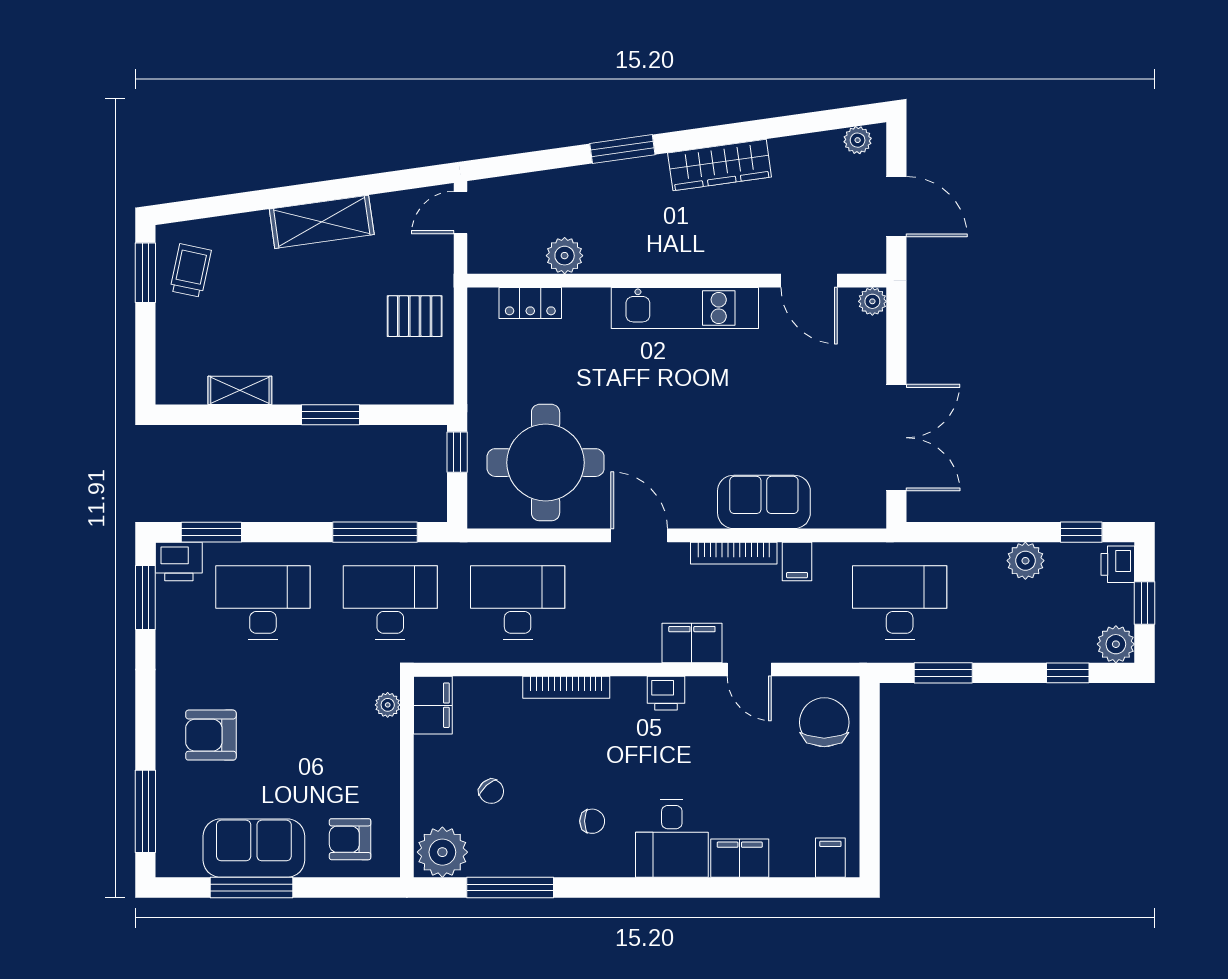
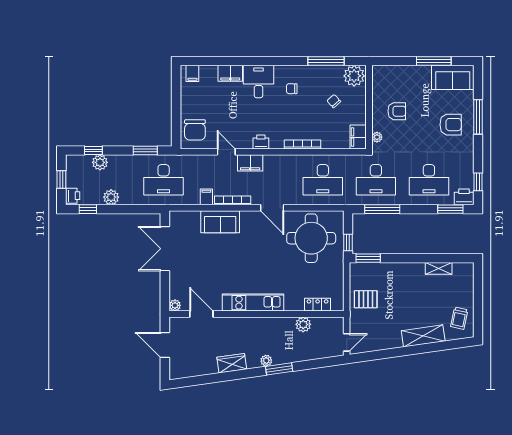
plant: (858, 140) -> (266, 361), moved
wardrobe: (720, 165) -> (232, 363), width x0.67
shelving: (322, 222) -> (423, 336), moved
window: (145, 273) -> (478, 317), removed
window: (330, 415) -> (368, 258), moved
window: (145, 598) -> (478, 182), width x0.67
plant: (1116, 644) -> (100, 162), moved
window: (145, 811) -> (478, 117), moved
armchair: (350, 839) -> (397, 111), moved
sofa: (254, 848) -> (453, 77), moved

